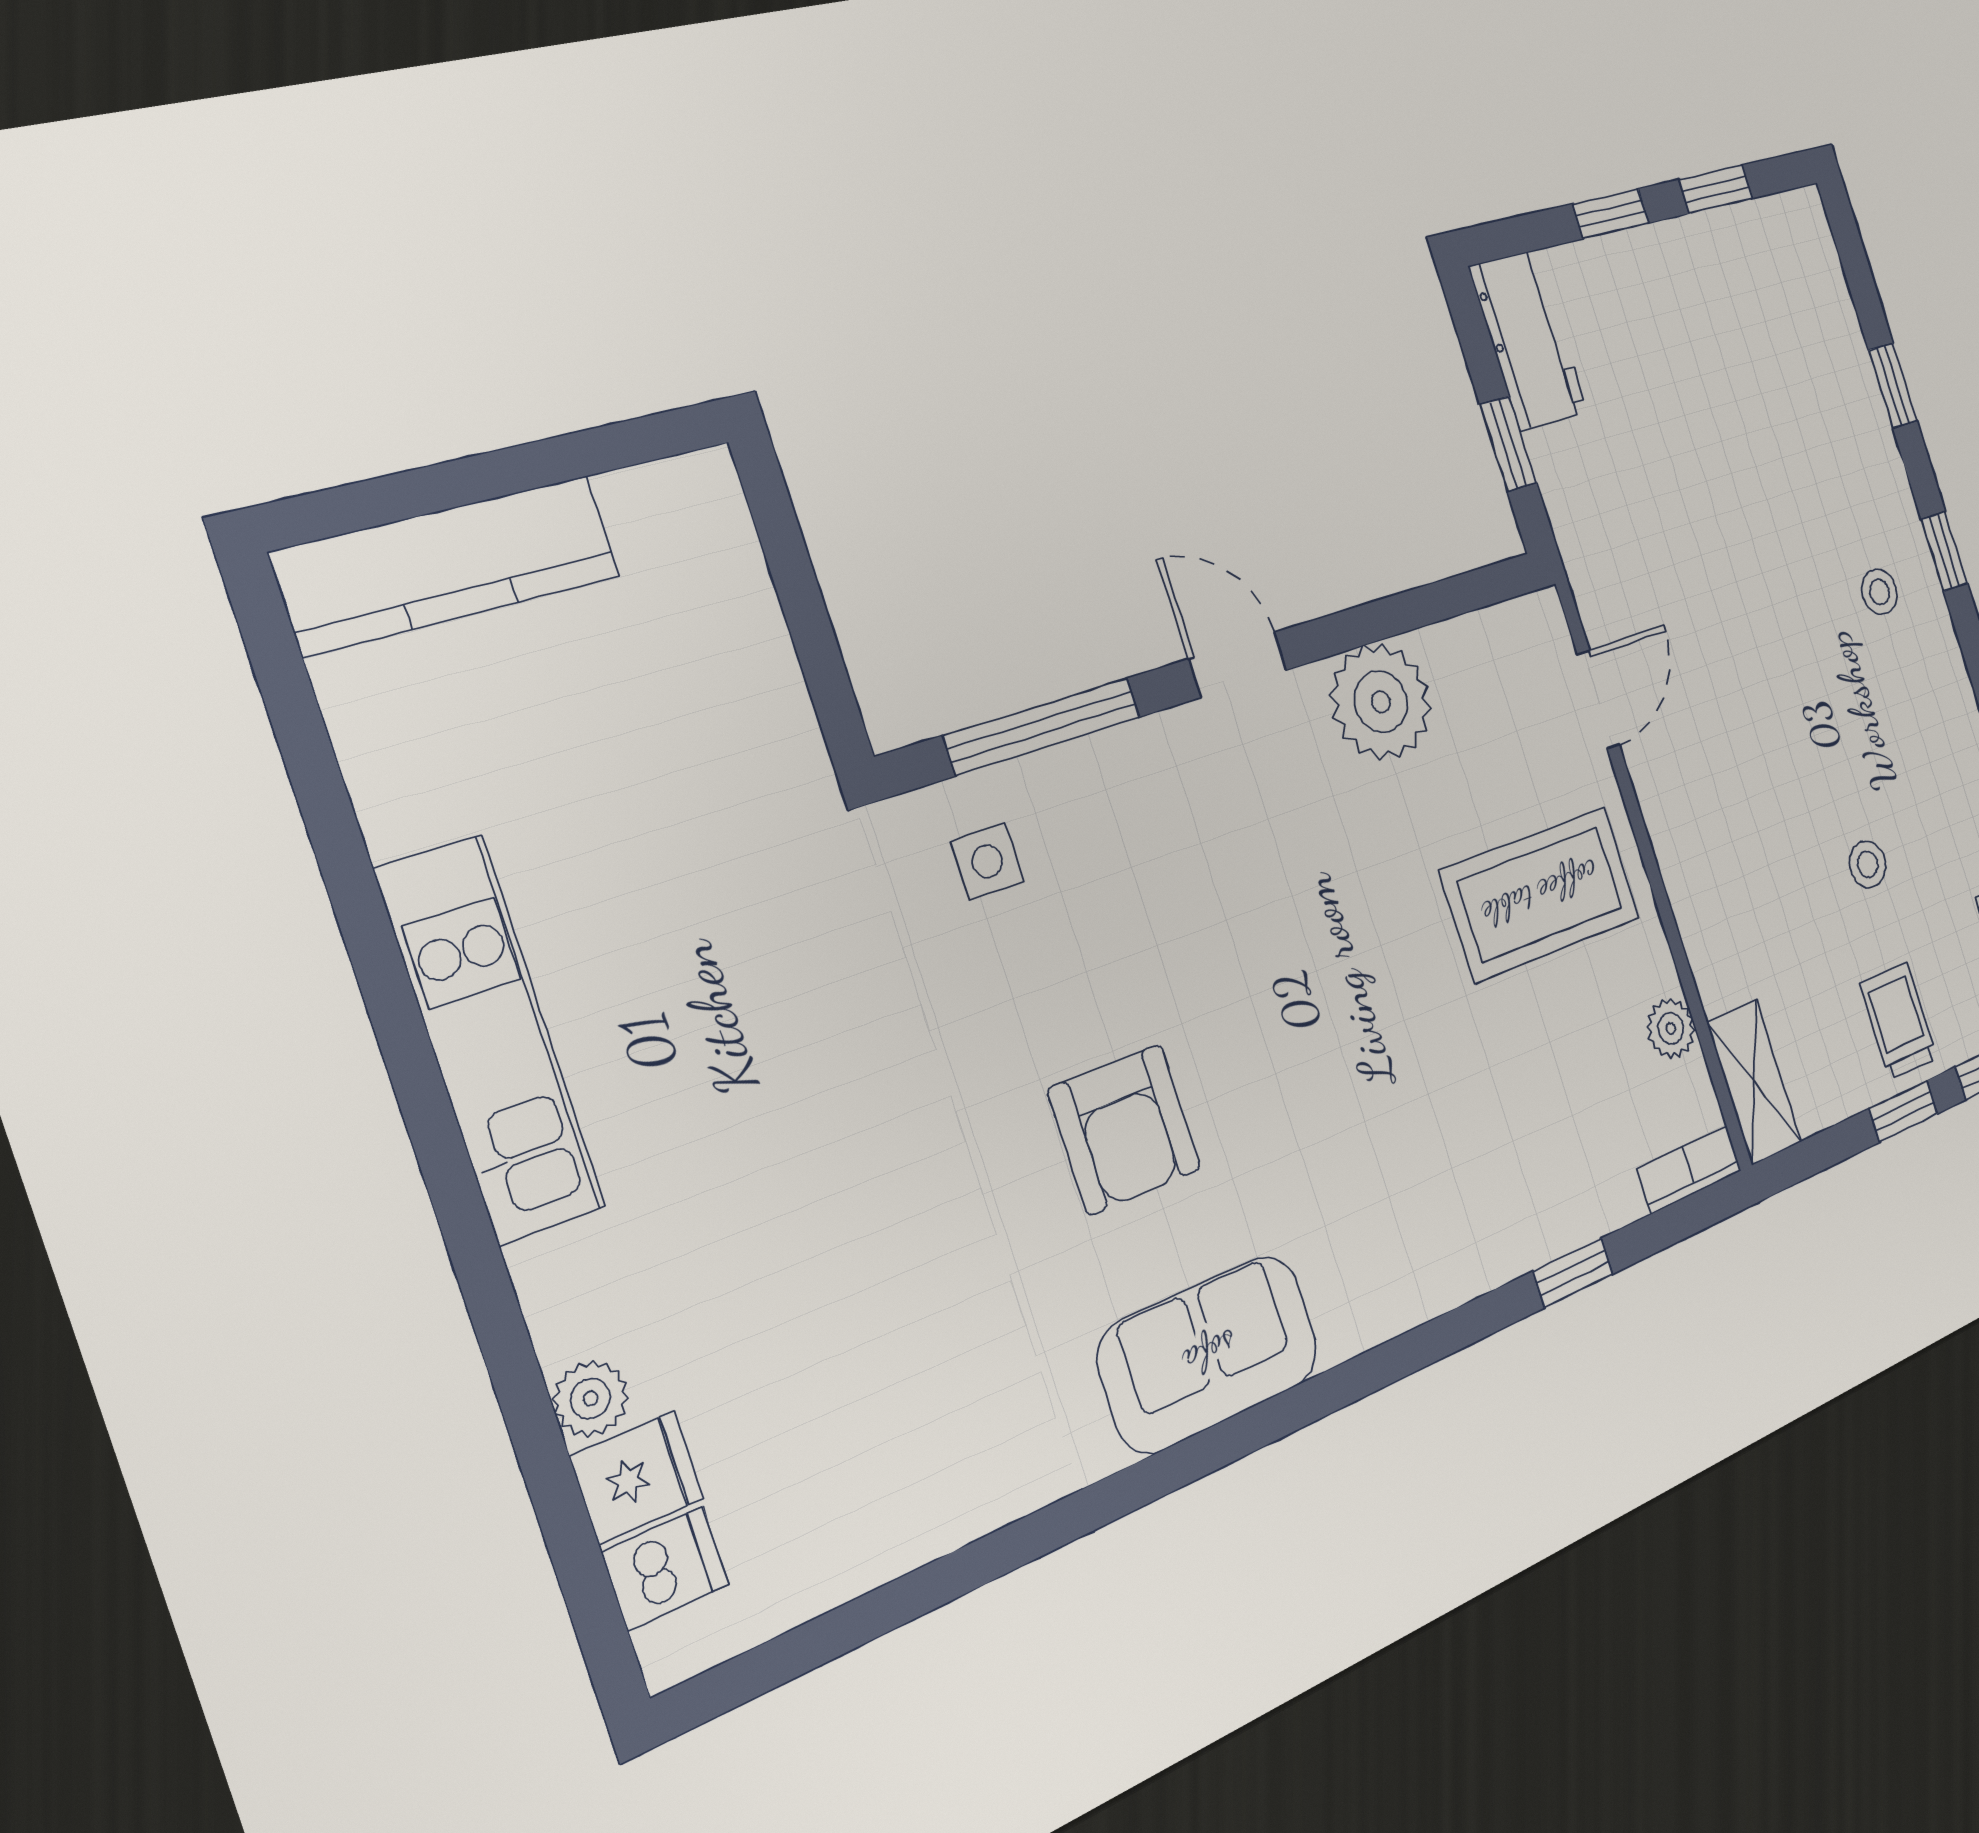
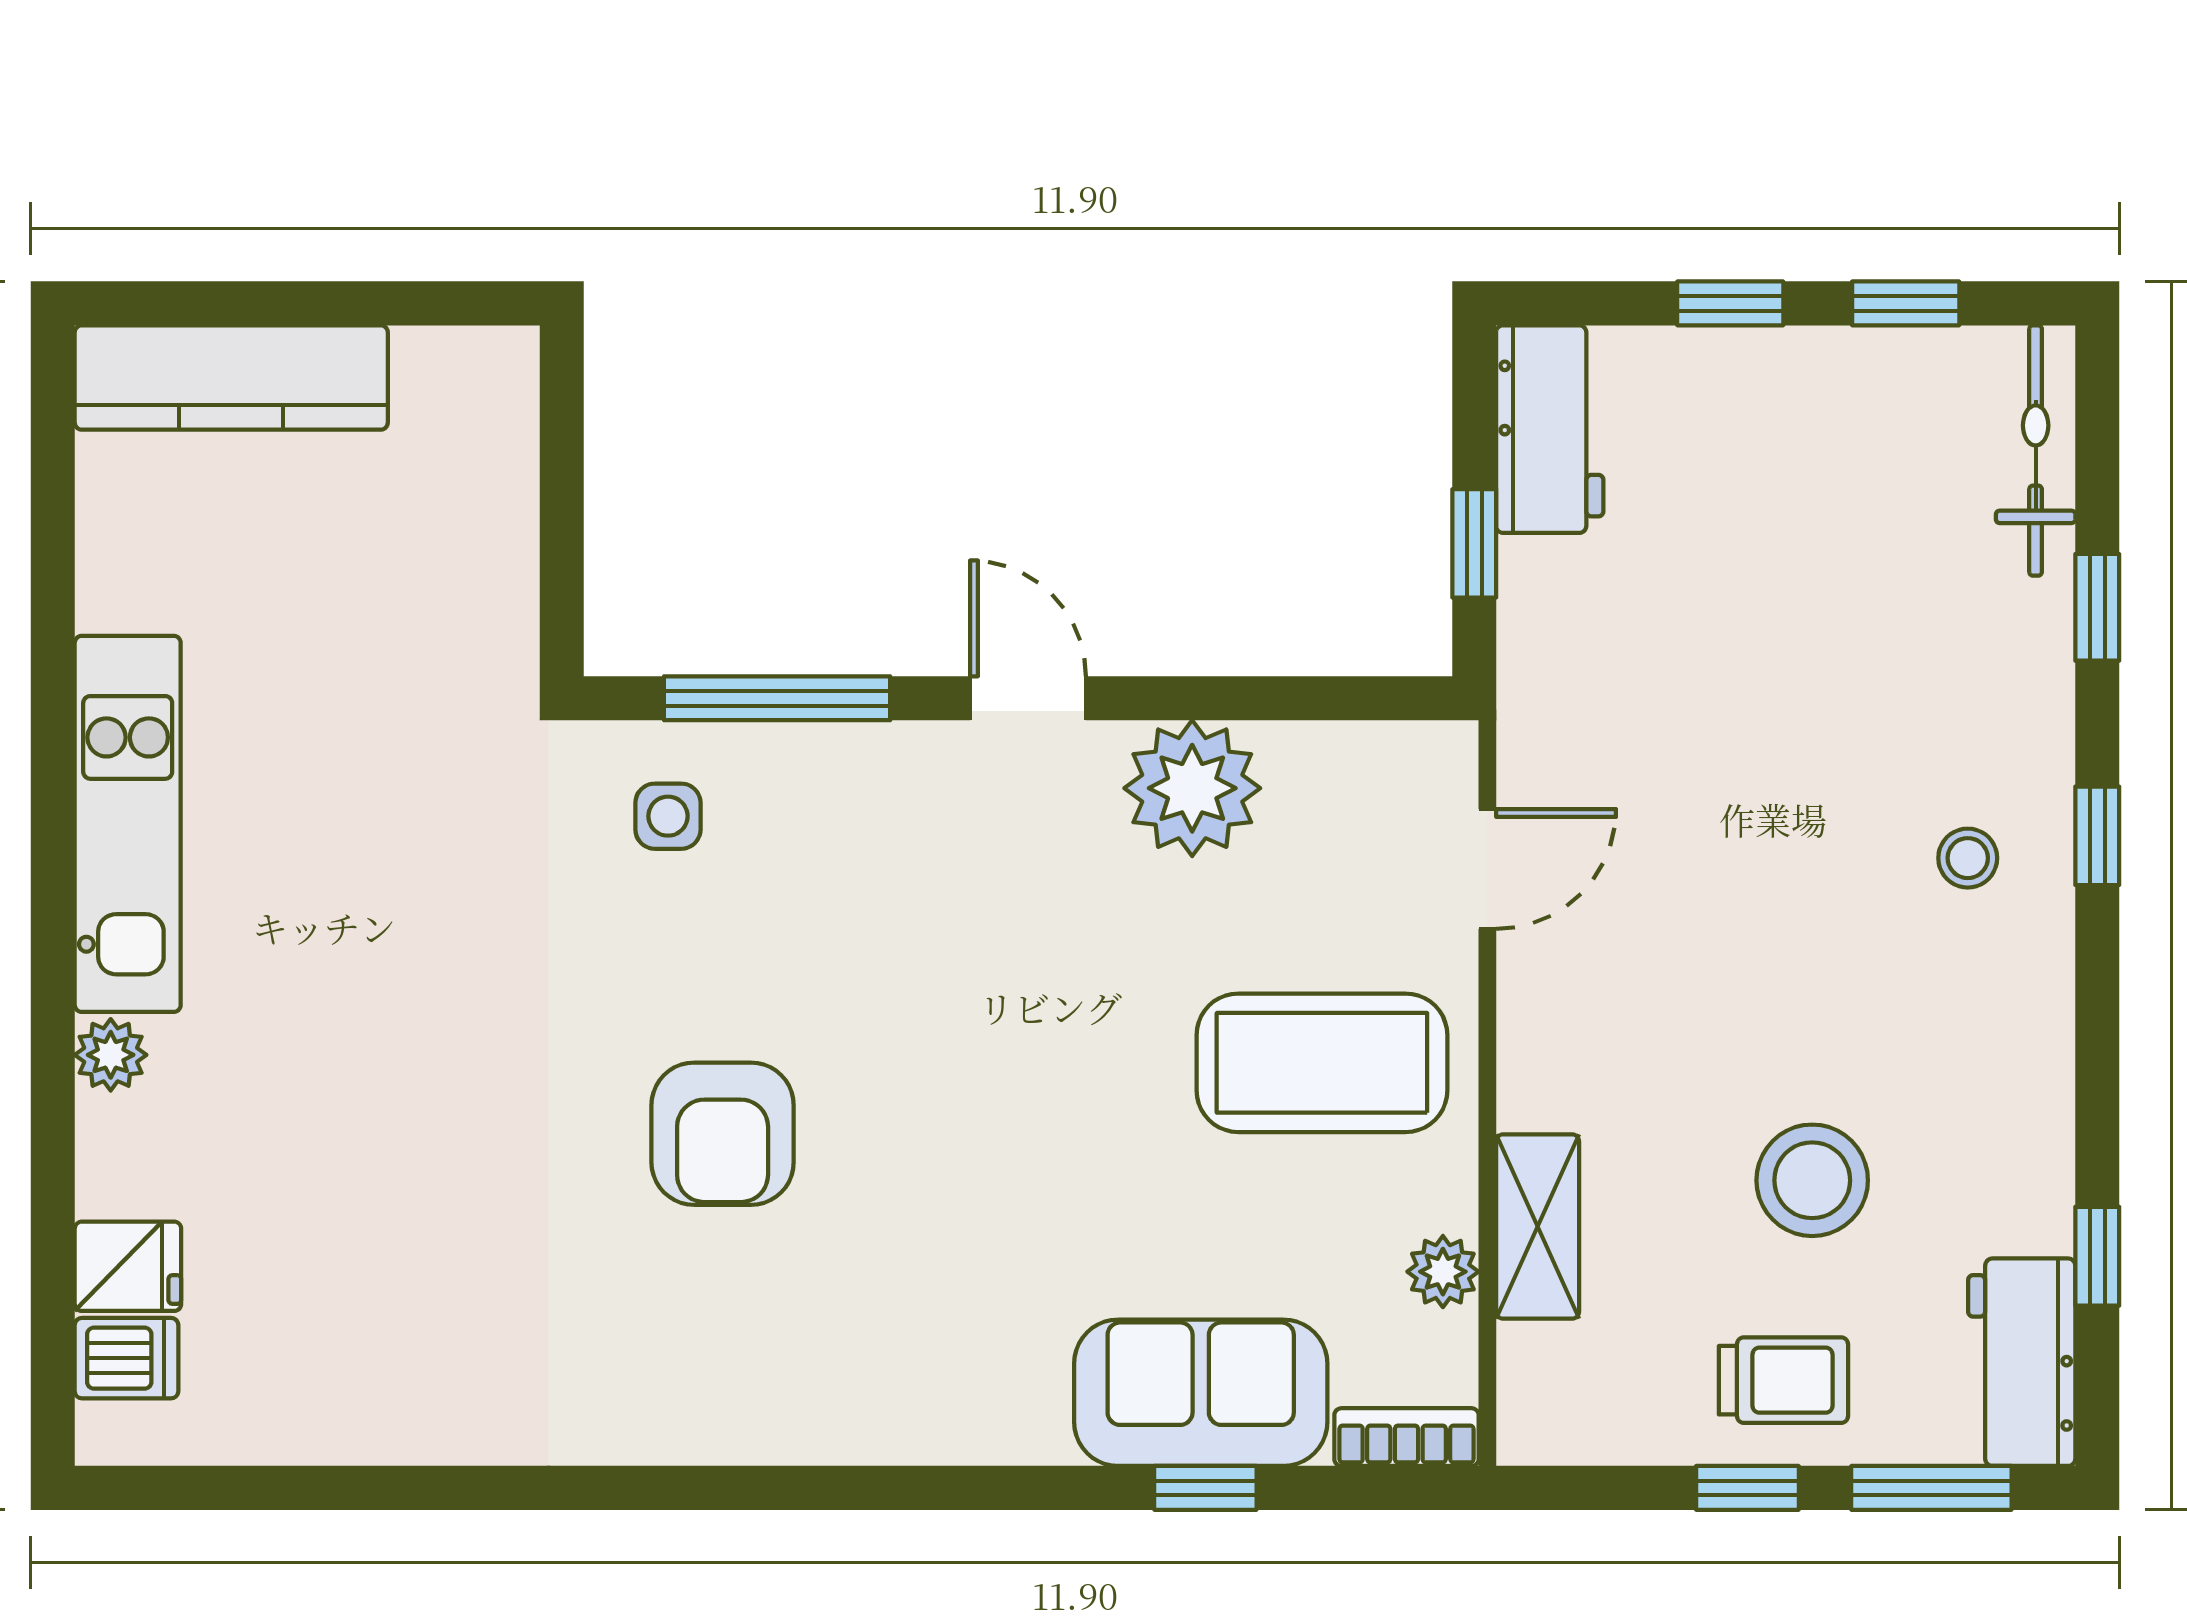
bicycle: (1824, 280) -> (2036, 450), added
stool: (1868, 864) -> (1812, 1180), width x1.89, depth x1.89
trolley: (1898, 1021) -> (1783, 1380), turned 90
shelving: (1754, 1082) -> (1538, 1227), moved
sofa: (1209, 1354) -> (1201, 1393), moved
plant: (591, 1398) -> (111, 1055), moved

